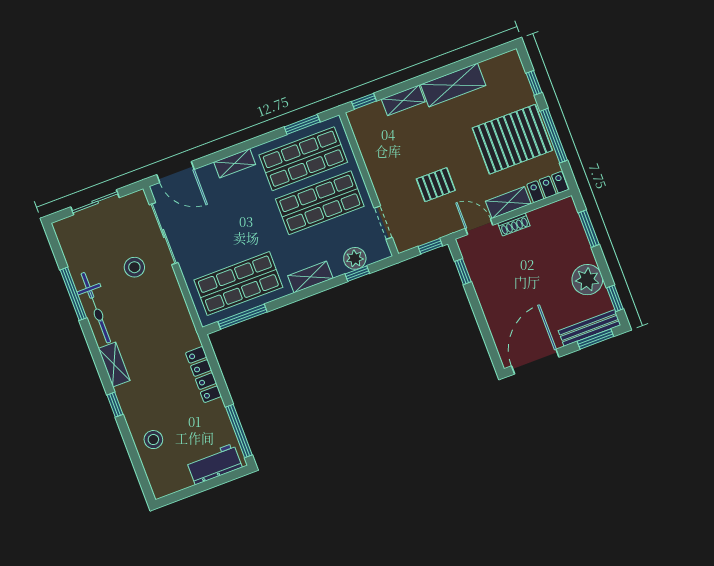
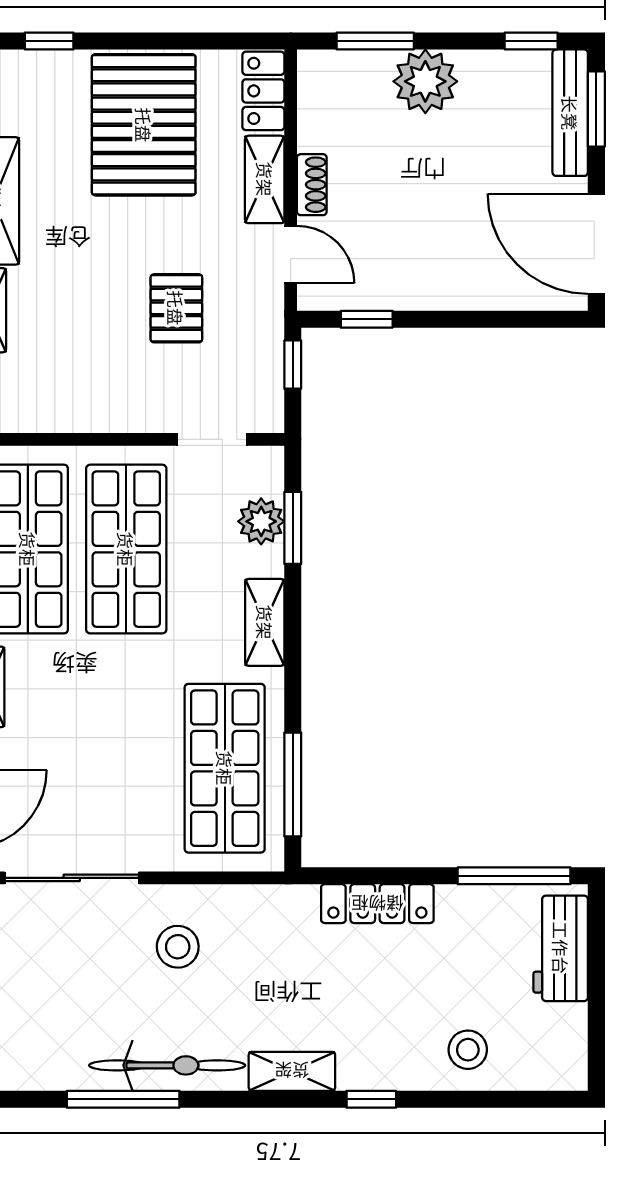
window: (554, 136) -> (167, 41), removed
door: (479, 227) -> (291, 255), swing flipped
stool: (134, 267) -> (178, 947), moved
window: (357, 274) -> (293, 528), width x1.50
plant: (587, 280) -> (425, 81), moved

